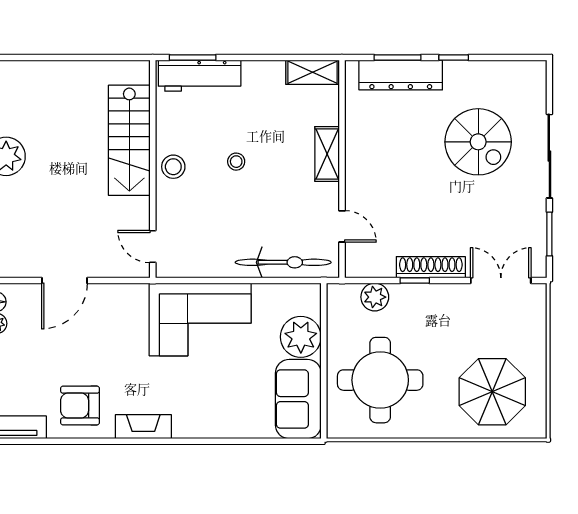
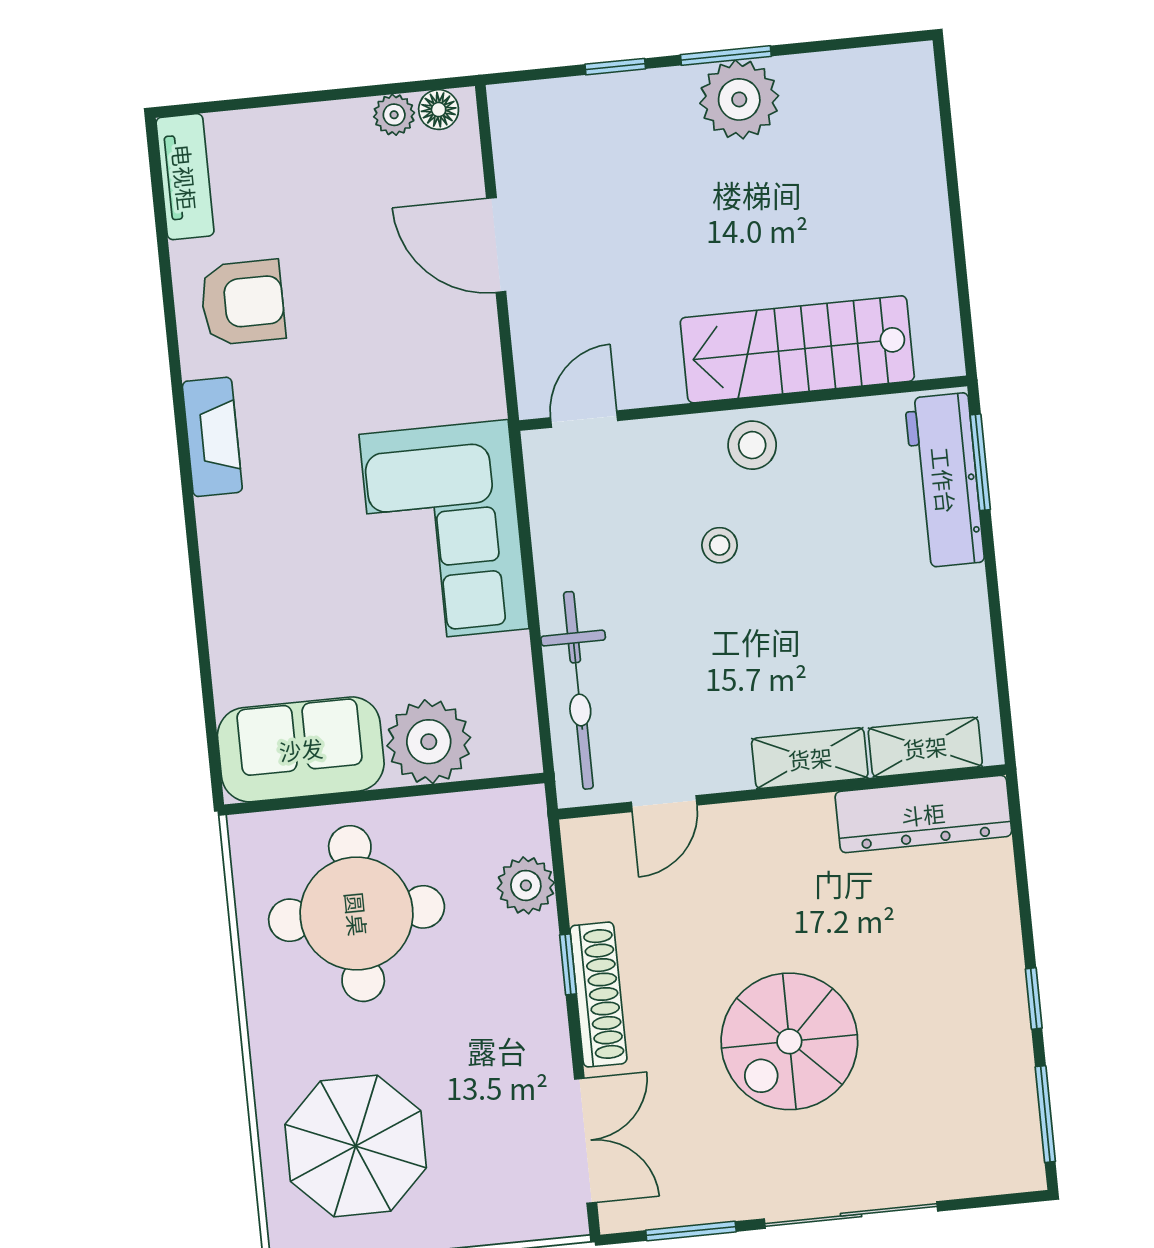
window: (398, 58) -> (1045, 1114), moved
shelving: (313, 72) -> (925, 747), moved, turned 90
dresser: (401, 75) -> (923, 814), moved, turned -90
spiral stairs: (478, 142) -> (789, 1041), moved
stool: (236, 162) -> (720, 545), moved
armchair: (80, 406) -> (243, 302), turned 90

